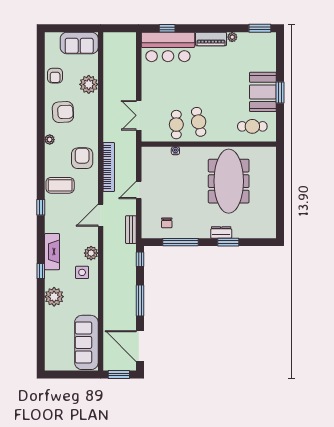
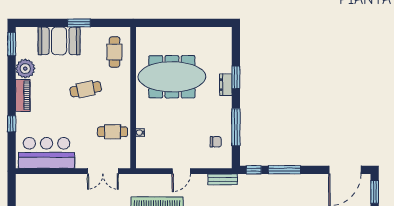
window: (167, 28) -> (12, 124), moved
plant: (232, 37) -> (25, 69), width x1.88, depth x1.88
bar counter: (168, 47) -> (47, 153), moved, turned -90
booth: (263, 92) -> (59, 41), moved
cafe table: (199, 122) -> (86, 89), moved
door: (139, 190) -> (181, 171), hinge flipped
window: (140, 300) -> (284, 170), moved

